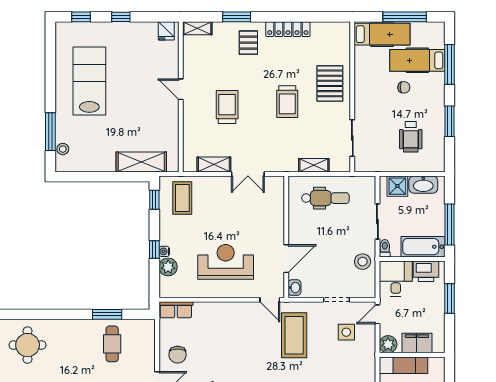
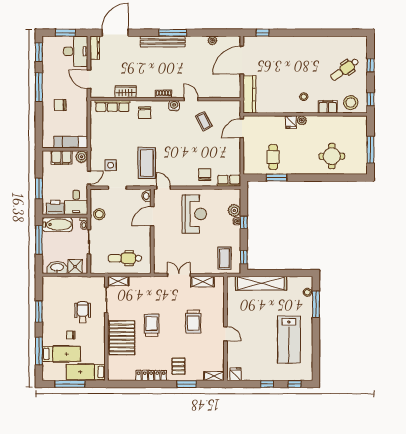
pallet: (330, 83) -> (122, 338), width x1.37, depth x1.41
wheelchair: (411, 137) -> (83, 312), moved
shelving: (141, 162) -> (261, 283), width x1.47
shelving: (314, 165) -> (118, 281), moved
reception desk: (226, 262) -> (194, 214), turned -90
chair: (178, 355) -> (205, 175), moved

